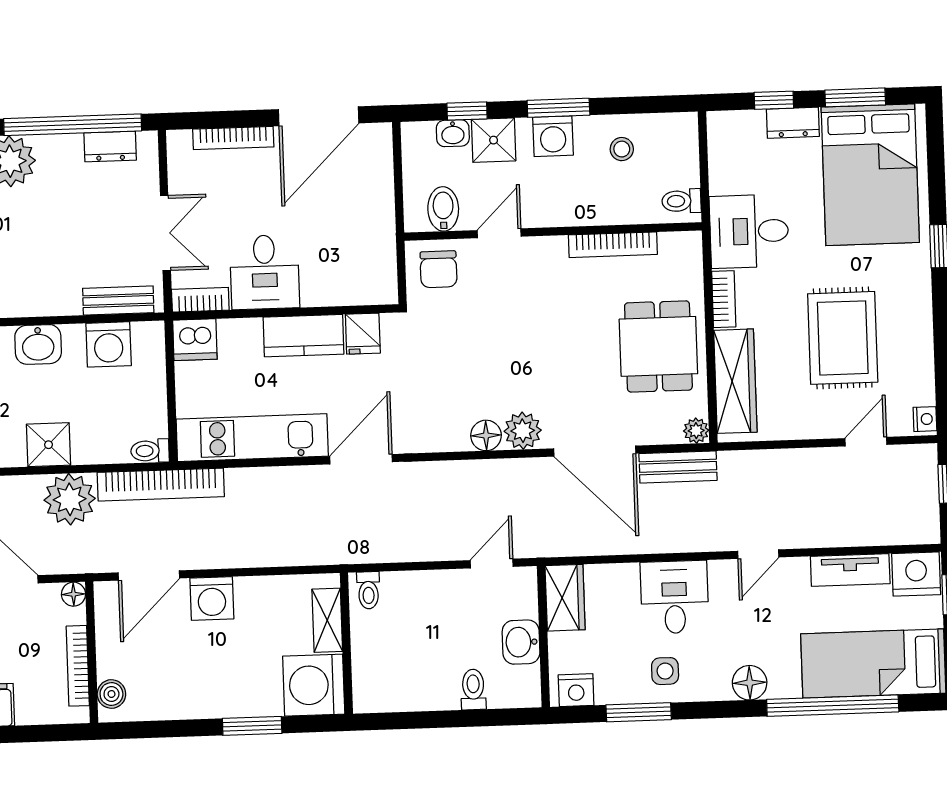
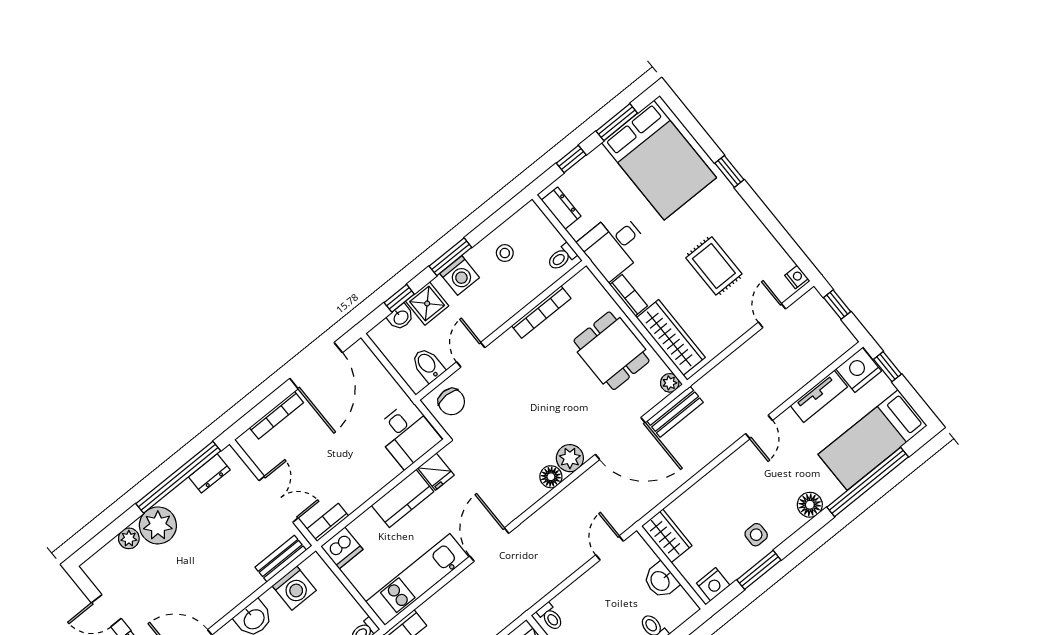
dresser: (793, 123) -> (561, 208), moved, turned -90
desk: (265, 272) -> (407, 435), moved
rug: (843, 338) -> (714, 266), width x0.73, depth x0.70
desk: (674, 597) -> (729, 488), removed

